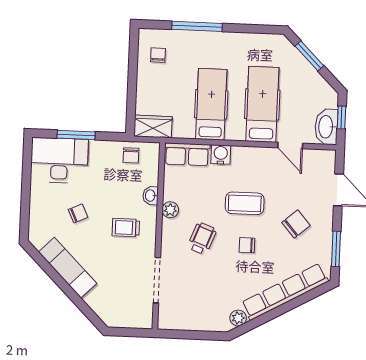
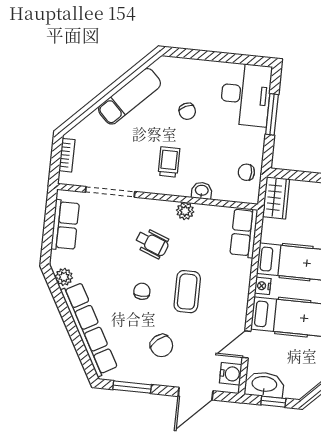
nightstand: (235, 134) -> (263, 286), added
water cooler: (221, 154) -> (231, 374), moved
row of seats: (190, 320) -> (65, 225), added
bookcase: (125, 322) -> (67, 155), added

